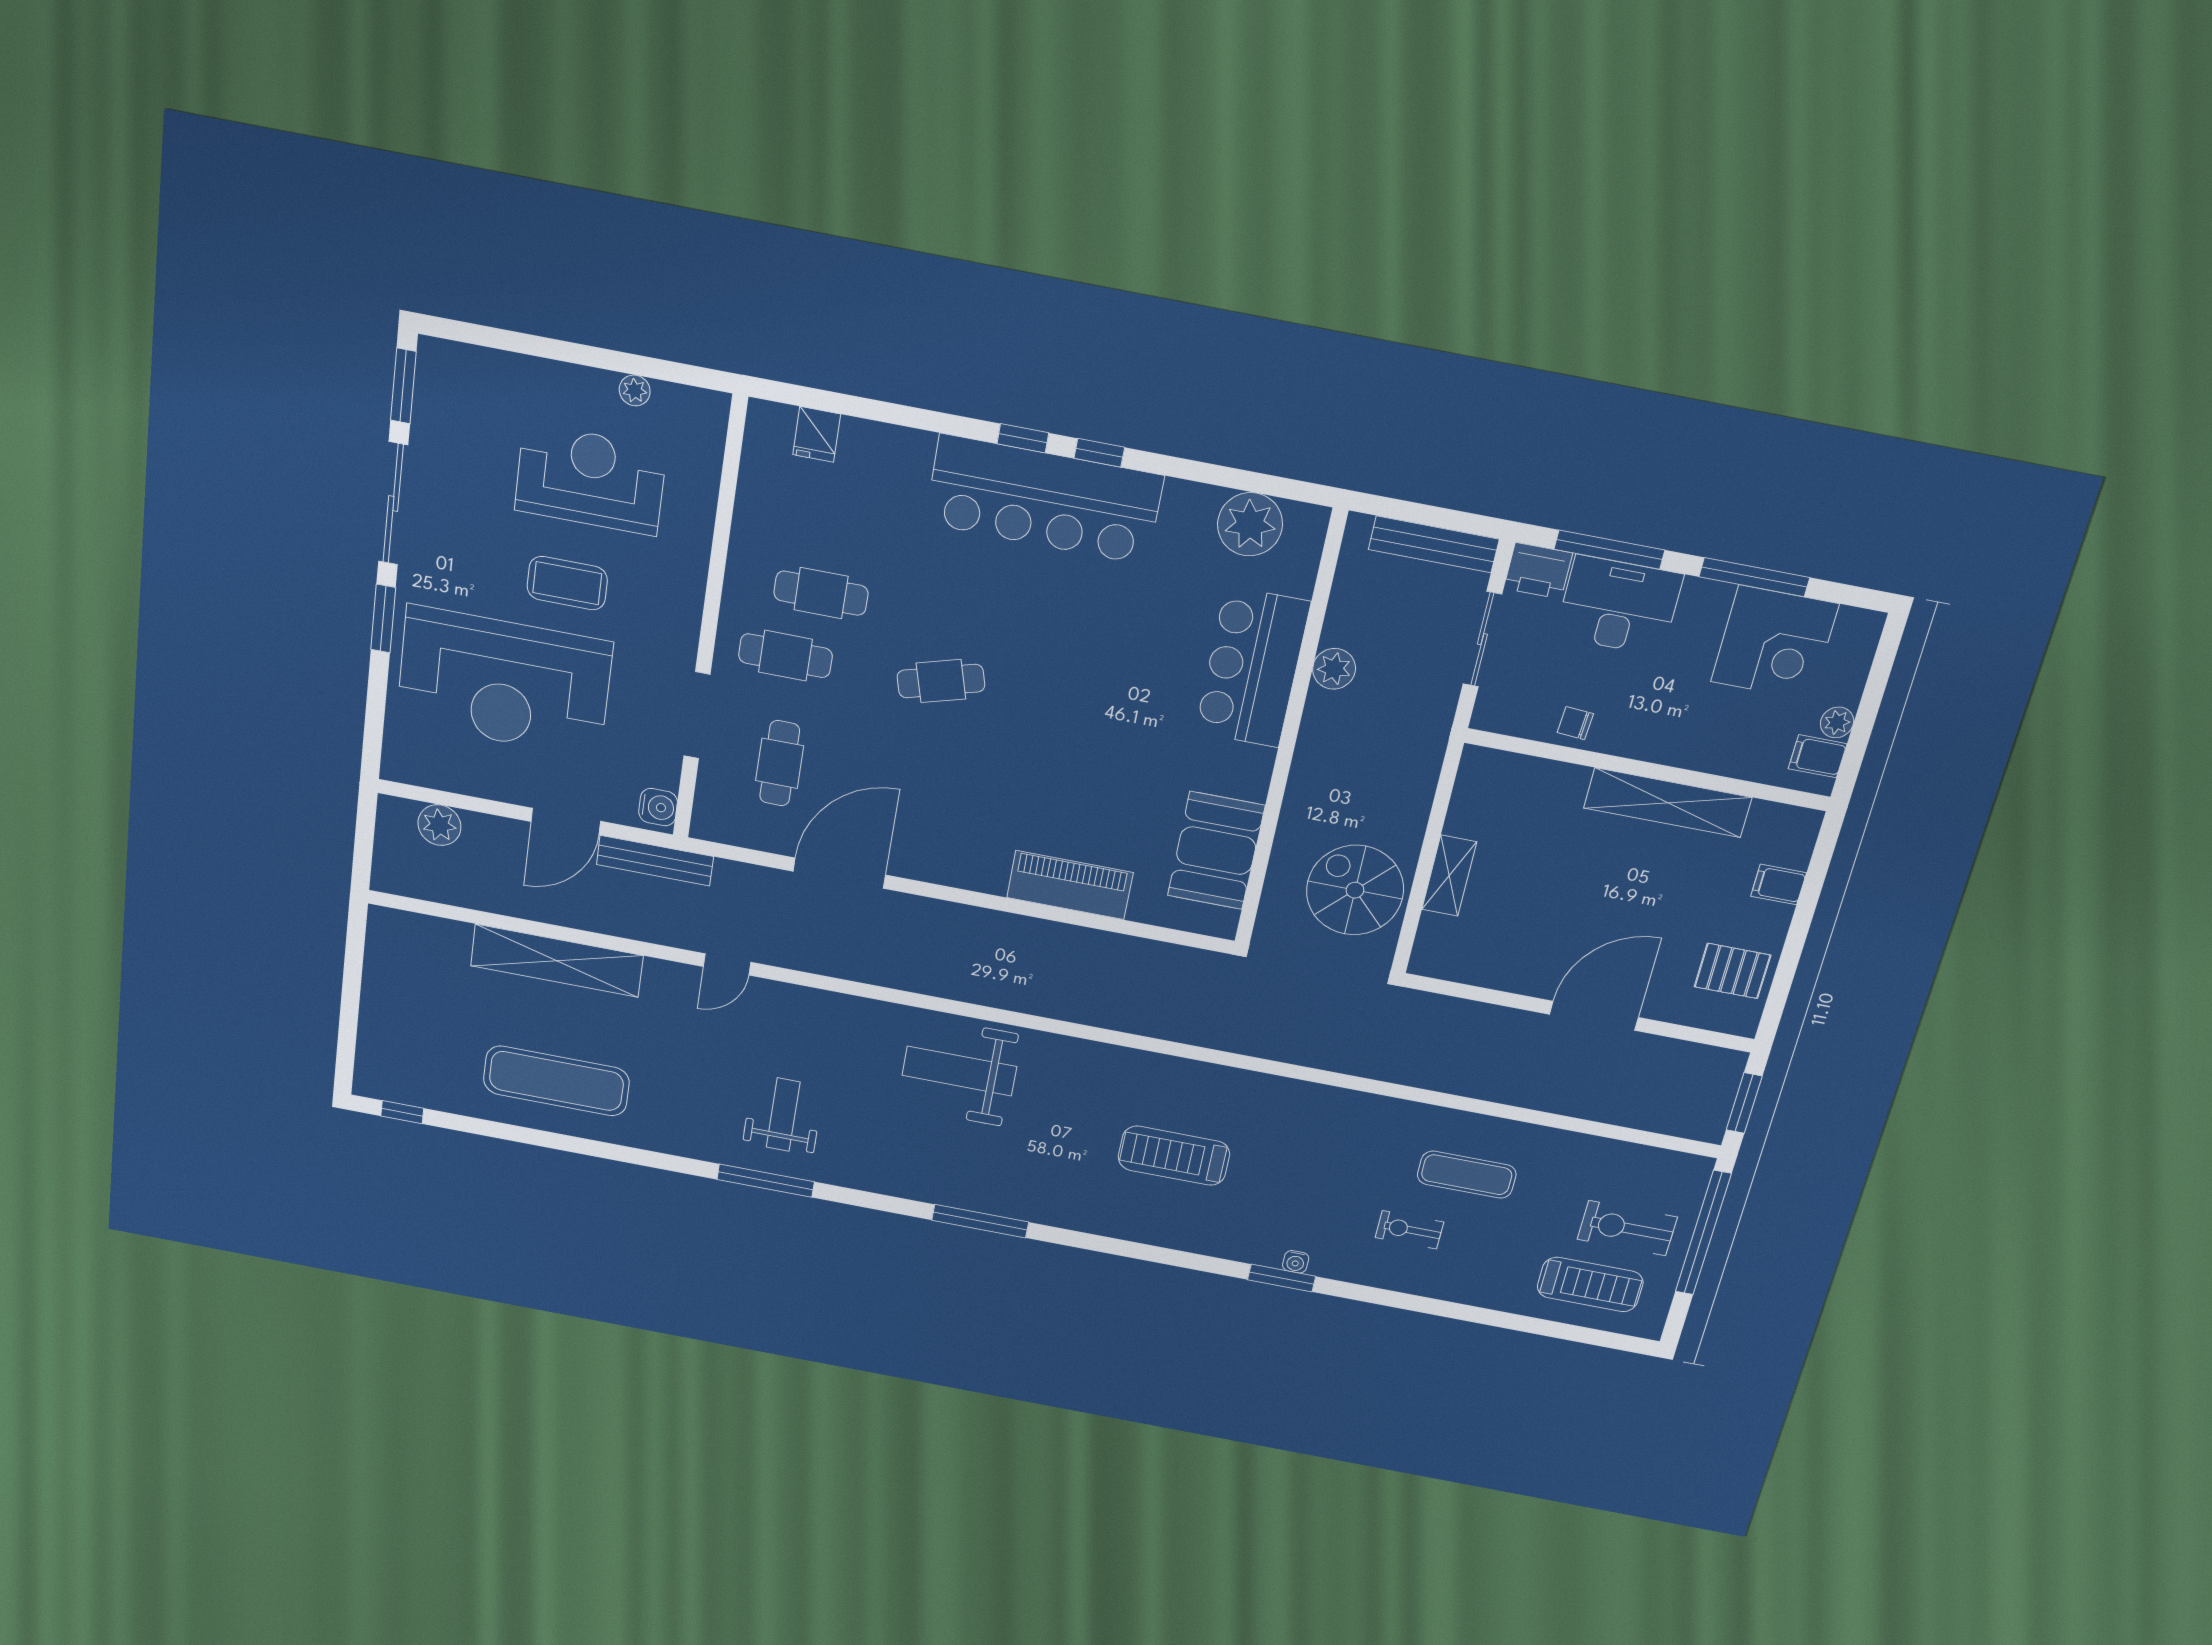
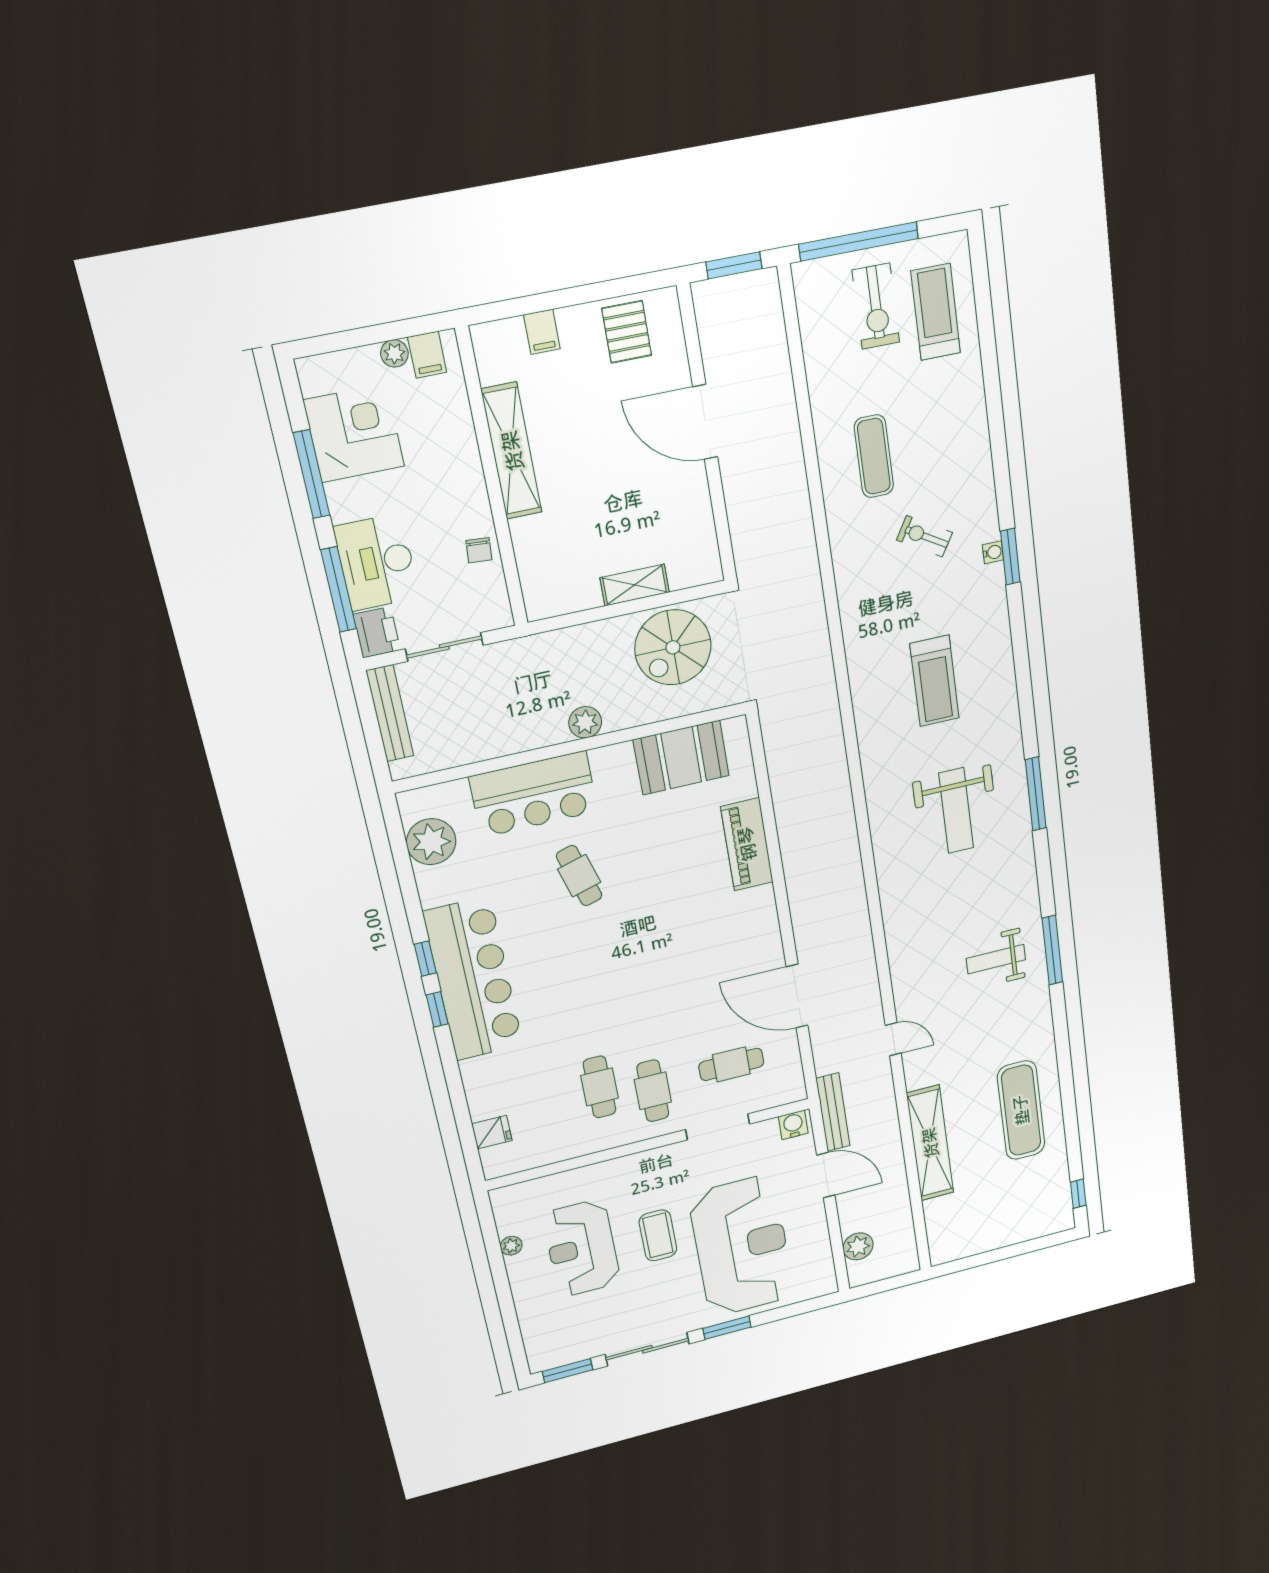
plant: (1334, 669) -> (585, 722), moved
cafe table: (941, 681) -> (579, 876), moved
weight bench: (959, 1071) -> (956, 811), moved
exercise bike: (1409, 1230) -> (925, 536), moved, turned 121

